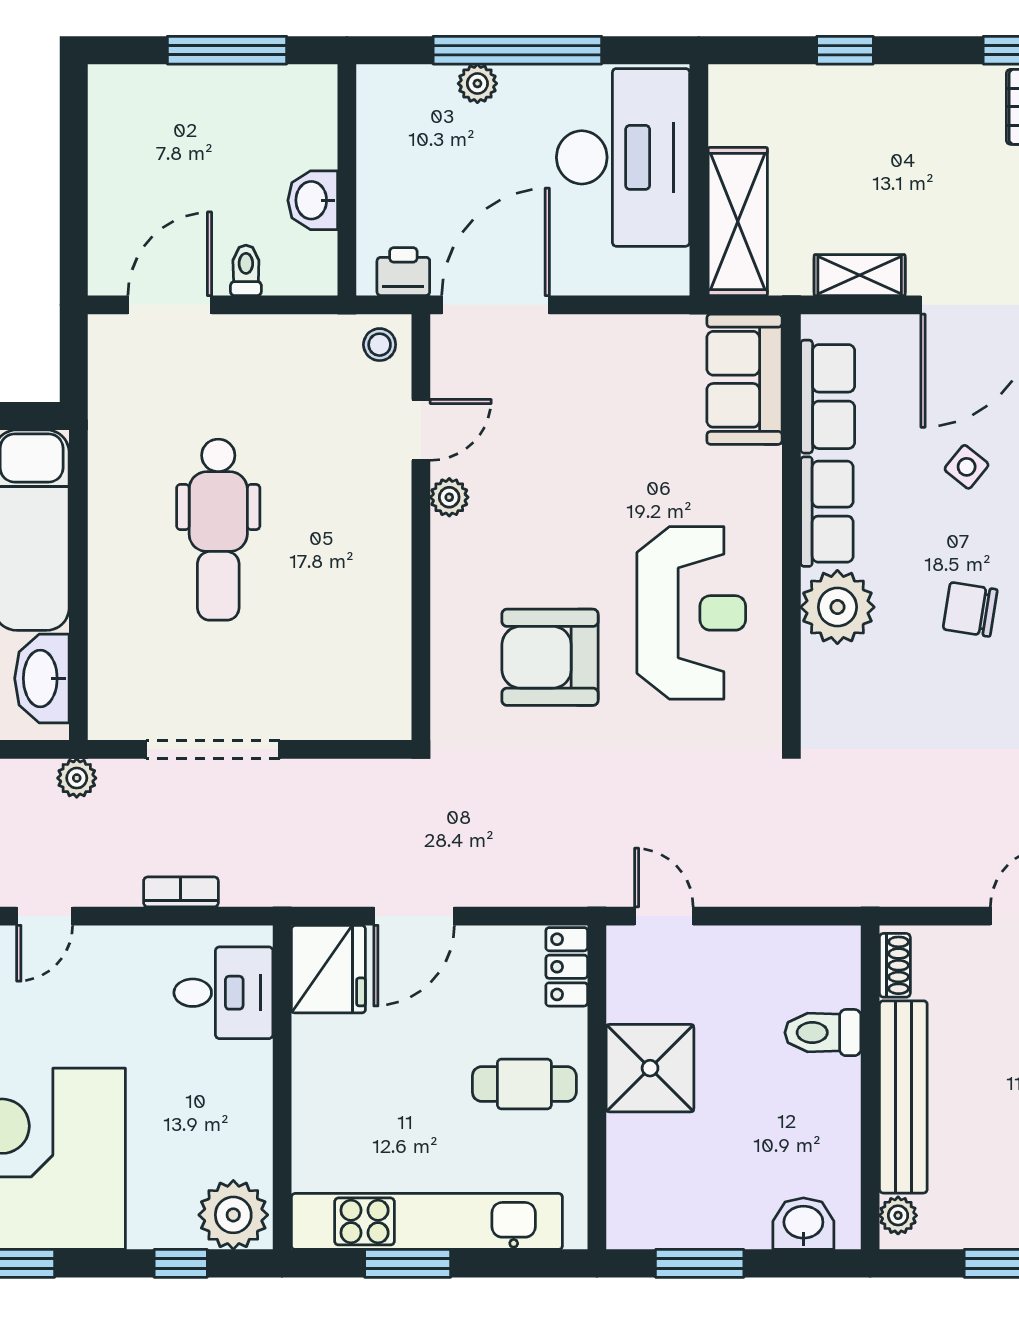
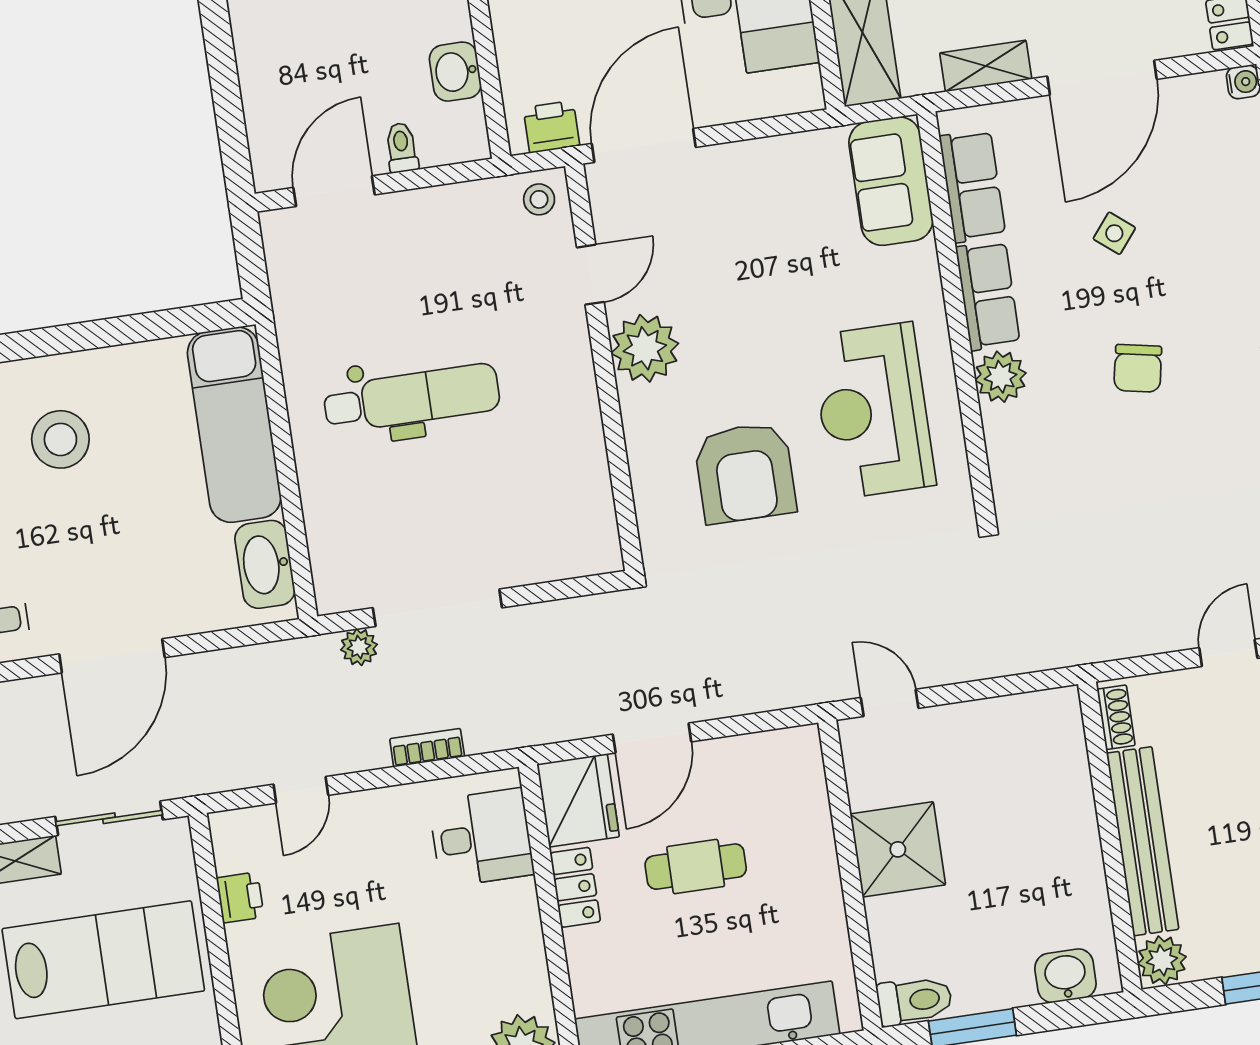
plant: (449, 497) -> (645, 348), width x1.88, depth x1.88
dental chair: (218, 530) -> (412, 398), turned -90
plant: (837, 607) -> (1001, 377), width x0.73, depth x0.73
chair: (970, 609) -> (1138, 368), turned -88
reception desk: (691, 613) -> (873, 411), turned 180
armchair: (550, 657) -> (745, 473), turned -90
plant: (77, 778) -> (359, 647), moved
locker: (567, 967) -> (575, 887), moved, turned 180
toilet: (823, 1033) -> (914, 1001), moved, turned 180
cafe table: (524, 1084) -> (696, 867), moved
plant: (898, 1215) -> (1162, 960), width x1.38, depth x1.38

